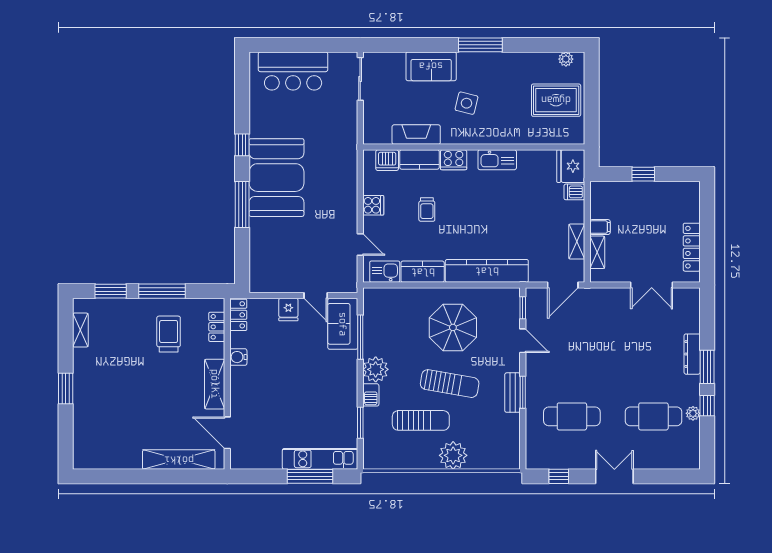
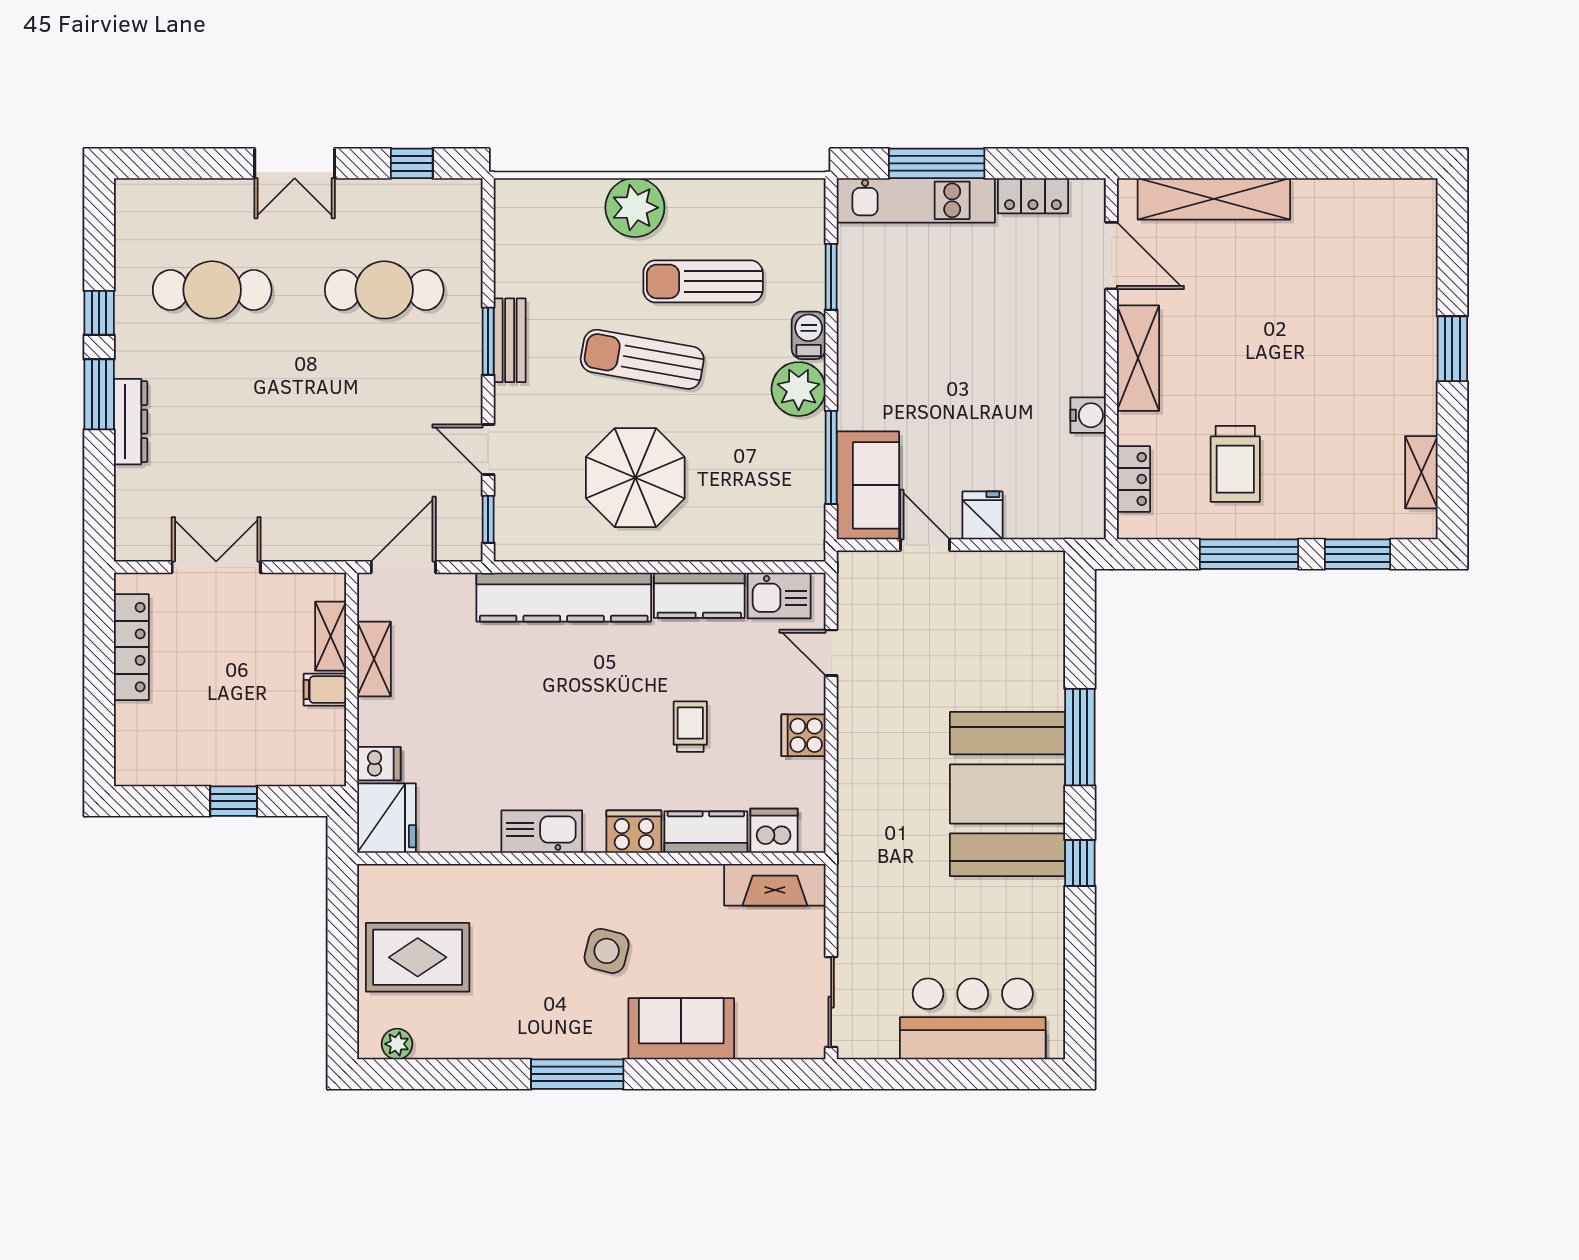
fireplace: (416, 135) -> (775, 885), moved
locker: (238, 315) -> (1033, 196), moved, turned -90
plant: (693, 413) -> (129, 296), removed

